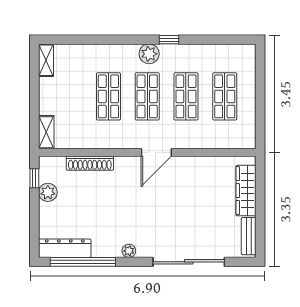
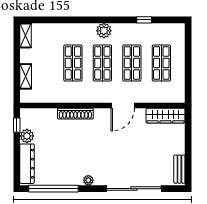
window: (169, 40) -> (144, 20), moved
shelving: (46, 132) -> (26, 76), moved
door: (156, 152) -> (123, 106), moved
shoe rack: (90, 163) -> (75, 114), moved
wardrobe: (246, 191) -> (166, 116), moved, turned -90
dresser: (65, 248) -> (27, 164), moved, turned 90

